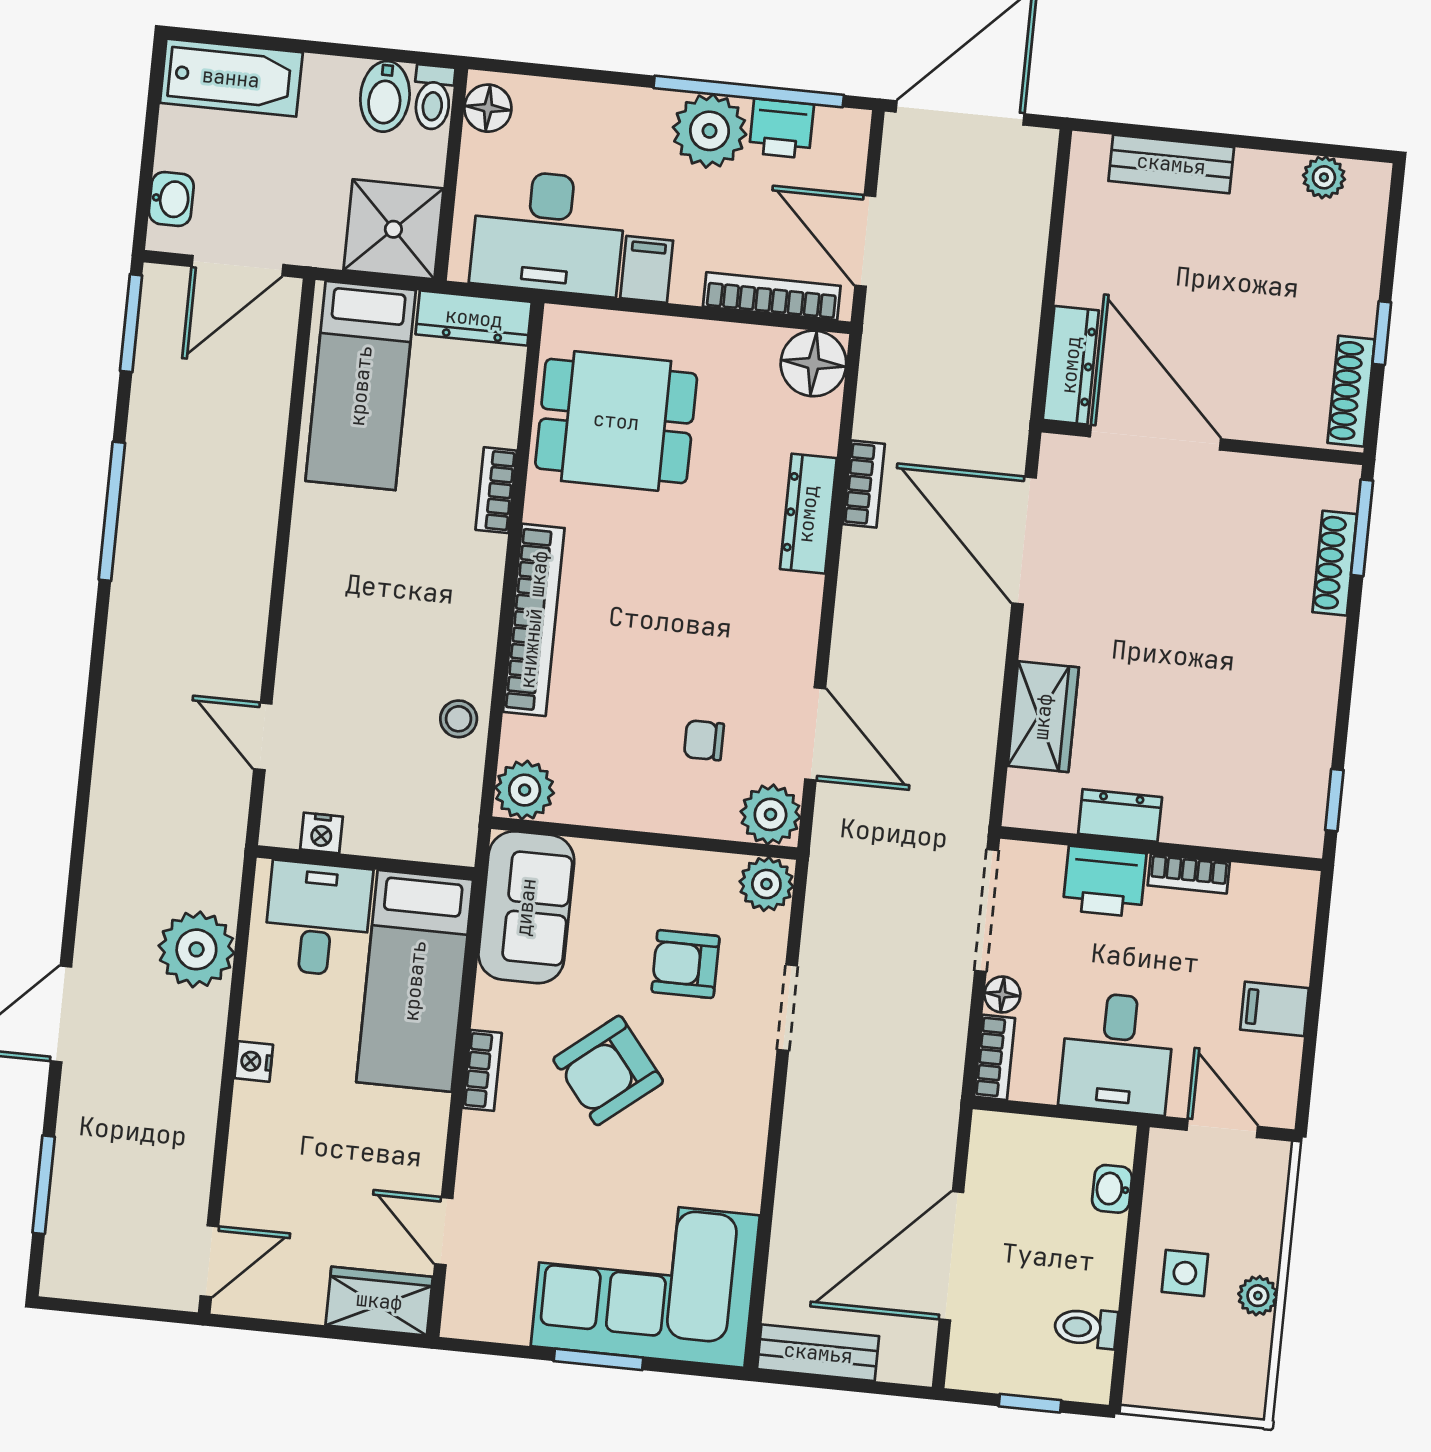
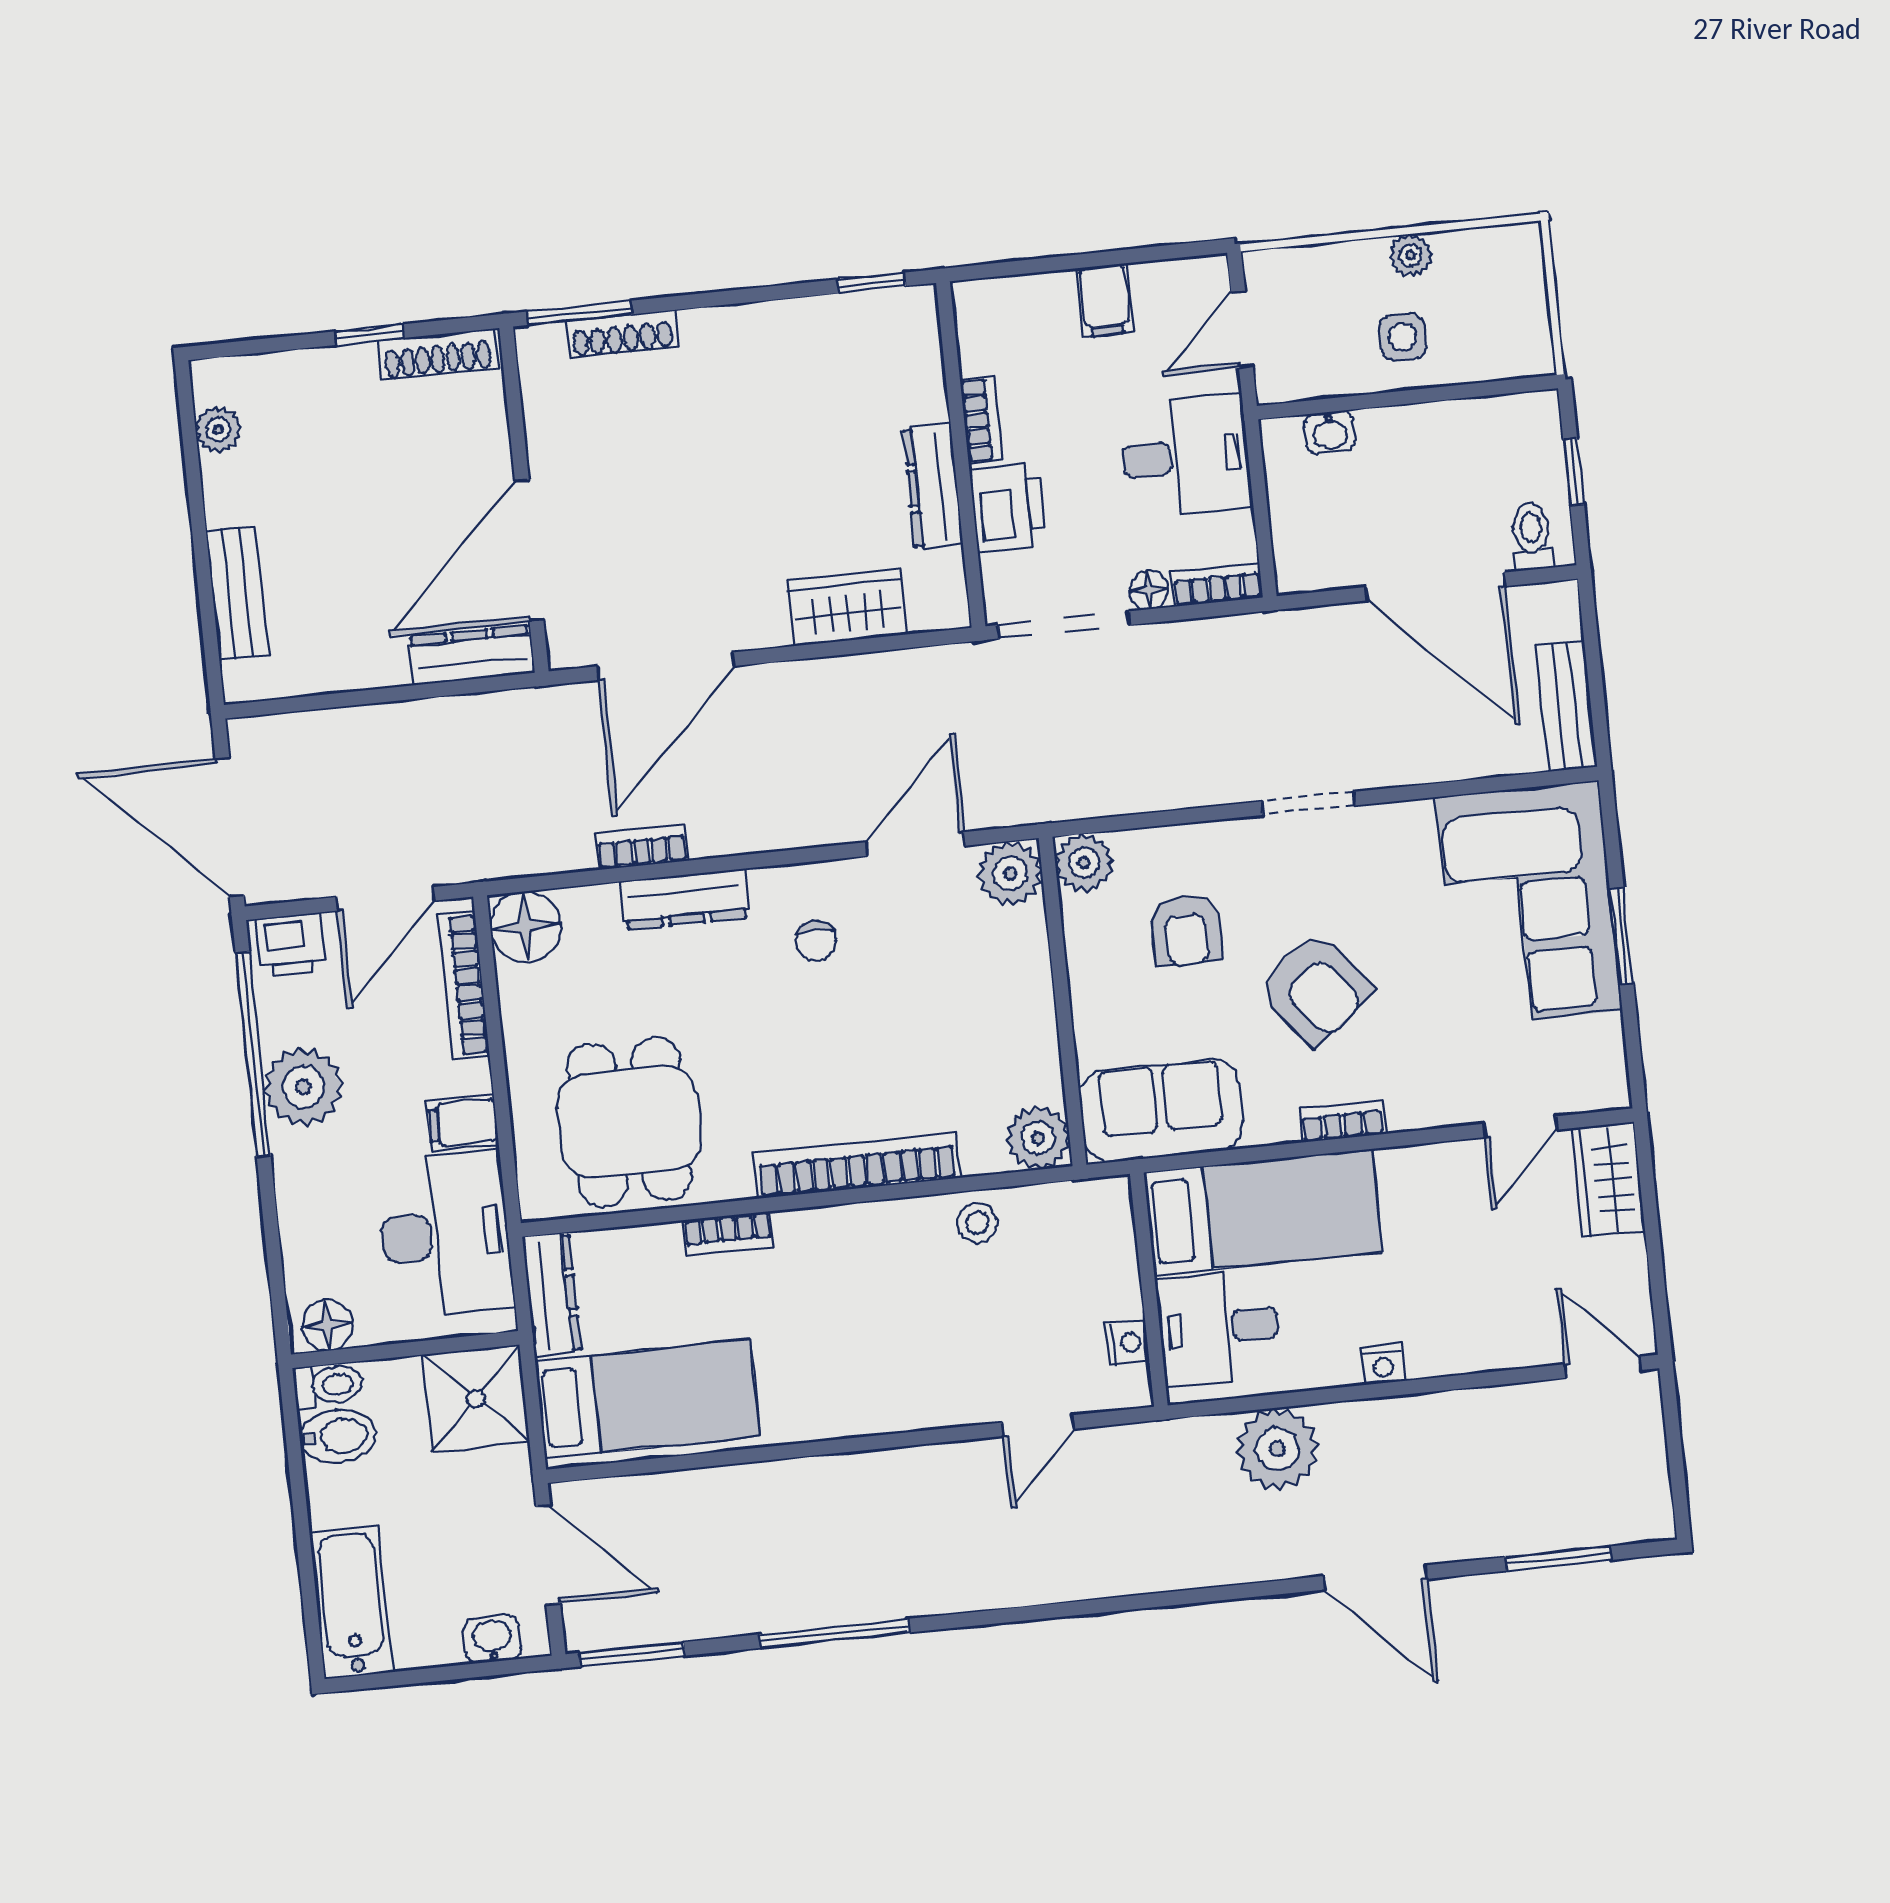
printer: (781, 129) -> (291, 945), moved, turned 90
chair: (704, 740) -> (816, 941), moved
dresser: (1120, 815) -> (933, 486), width x1.44
doorway: (787, 1008) -> (1308, 803), moved
toilet: (1086, 1328) -> (1532, 537), moved, turned 180

